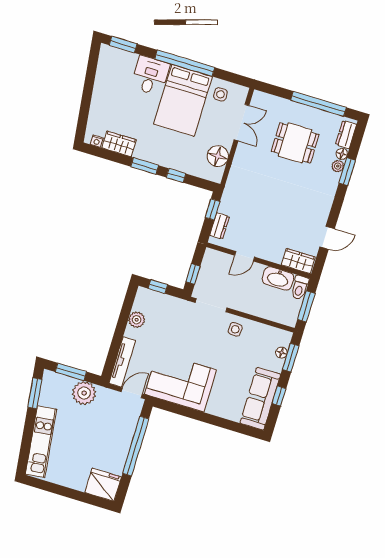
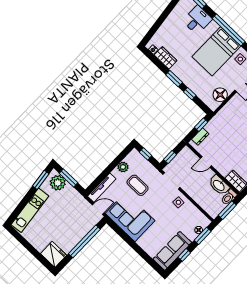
desk: (150, 76) -> (197, 20), moved
coffee table: (169, 334) -> (138, 185), added
plant: (84, 393) -> (58, 183), moved

